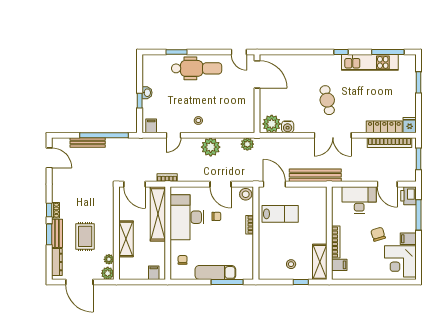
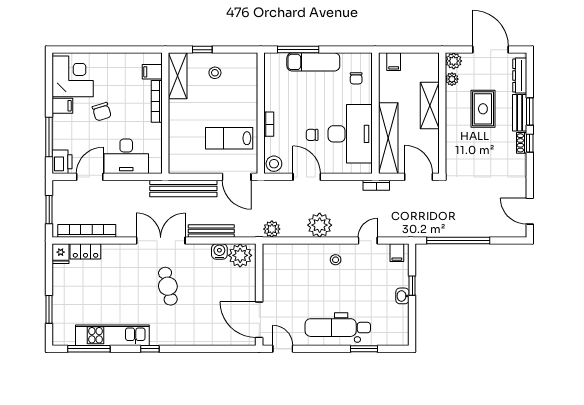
locker: (384, 127) -> (85, 251), width x0.66
bench: (88, 143) -> (211, 231), moved
door: (387, 184) -> (90, 177), hinge flipped

